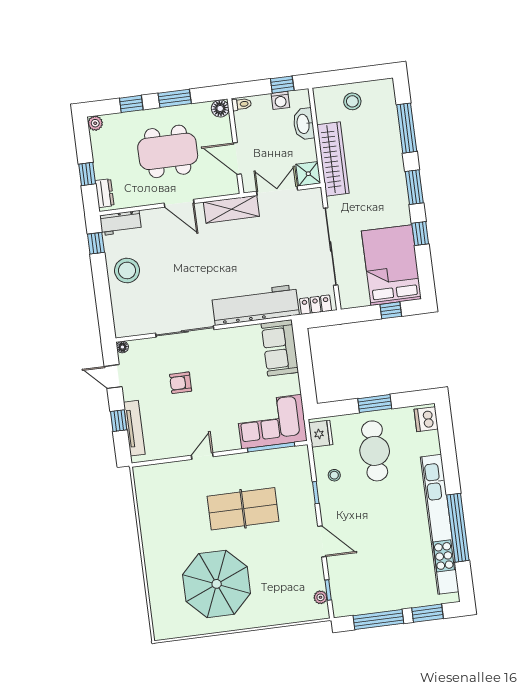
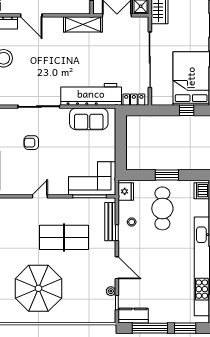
door: (179, 203) -> (31, 15), moved
sofa: (280, 348) -> (89, 119), moved, turned -90
bench: (304, 478) -> (110, 222), added
plant: (321, 597) -> (111, 291), moved
kitchen counter: (353, 605) -> (133, 316), added

